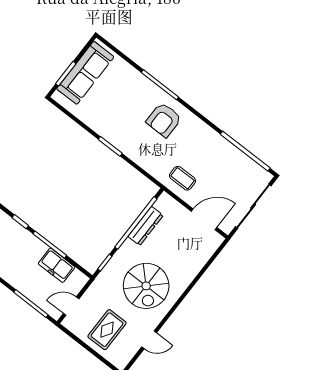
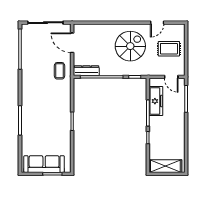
armchair: (164, 120) -> (37, 104), removed
dresser: (146, 226) -> (86, 71), moved
freezer: (57, 265) -> (156, 101), width x1.40
door: (149, 340) -> (157, 23), swing flipped

